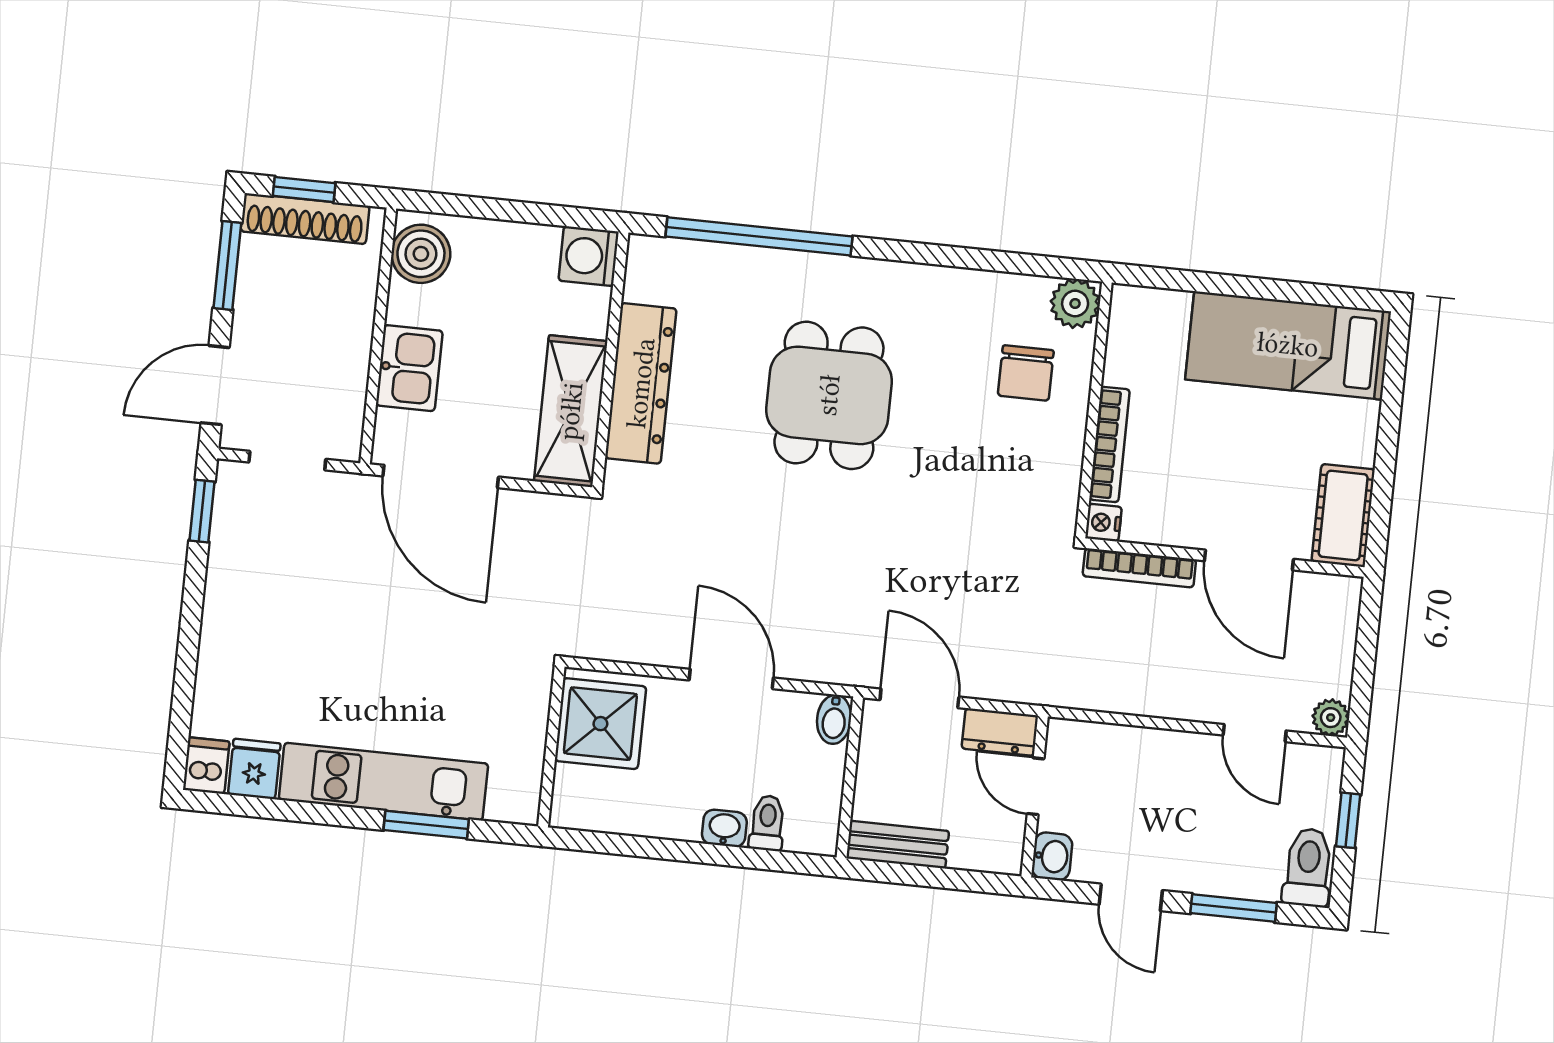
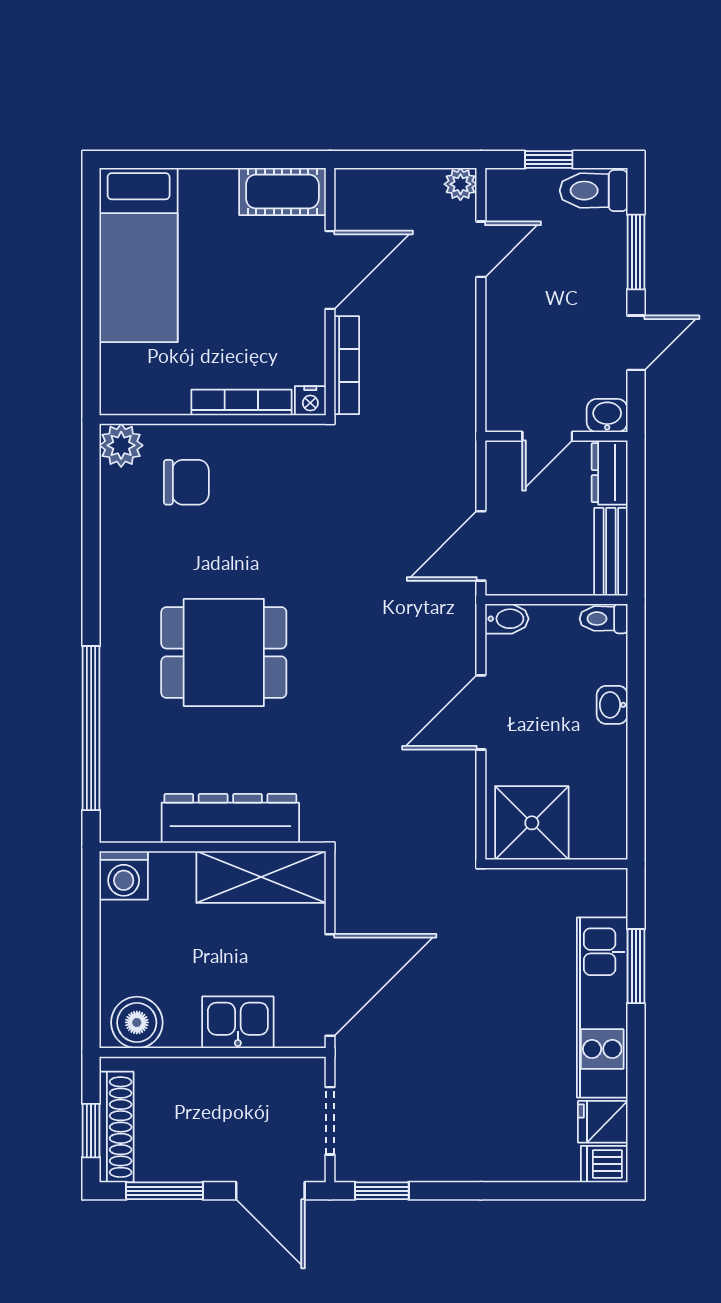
dresser: (1000, 732) -> (610, 473), moved, turned 180
toilet: (767, 823) -> (604, 619), moved

